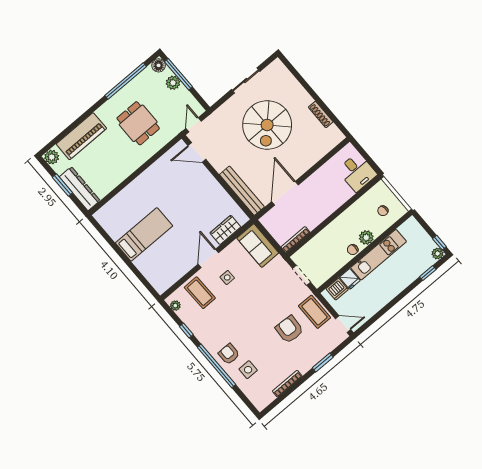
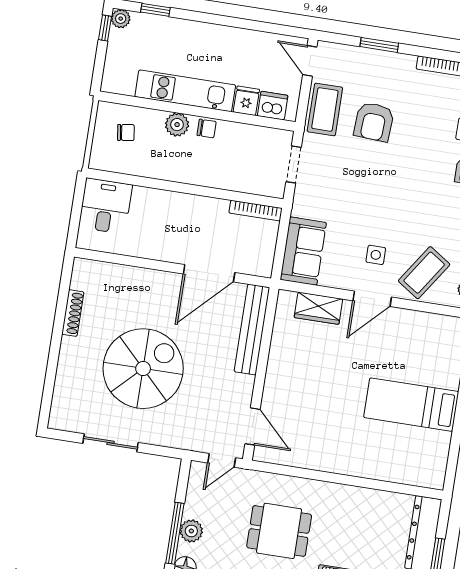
dining table: (138, 123) -> (279, 531), turned 90
coffee table: (200, 293) -> (424, 273), turned 35

